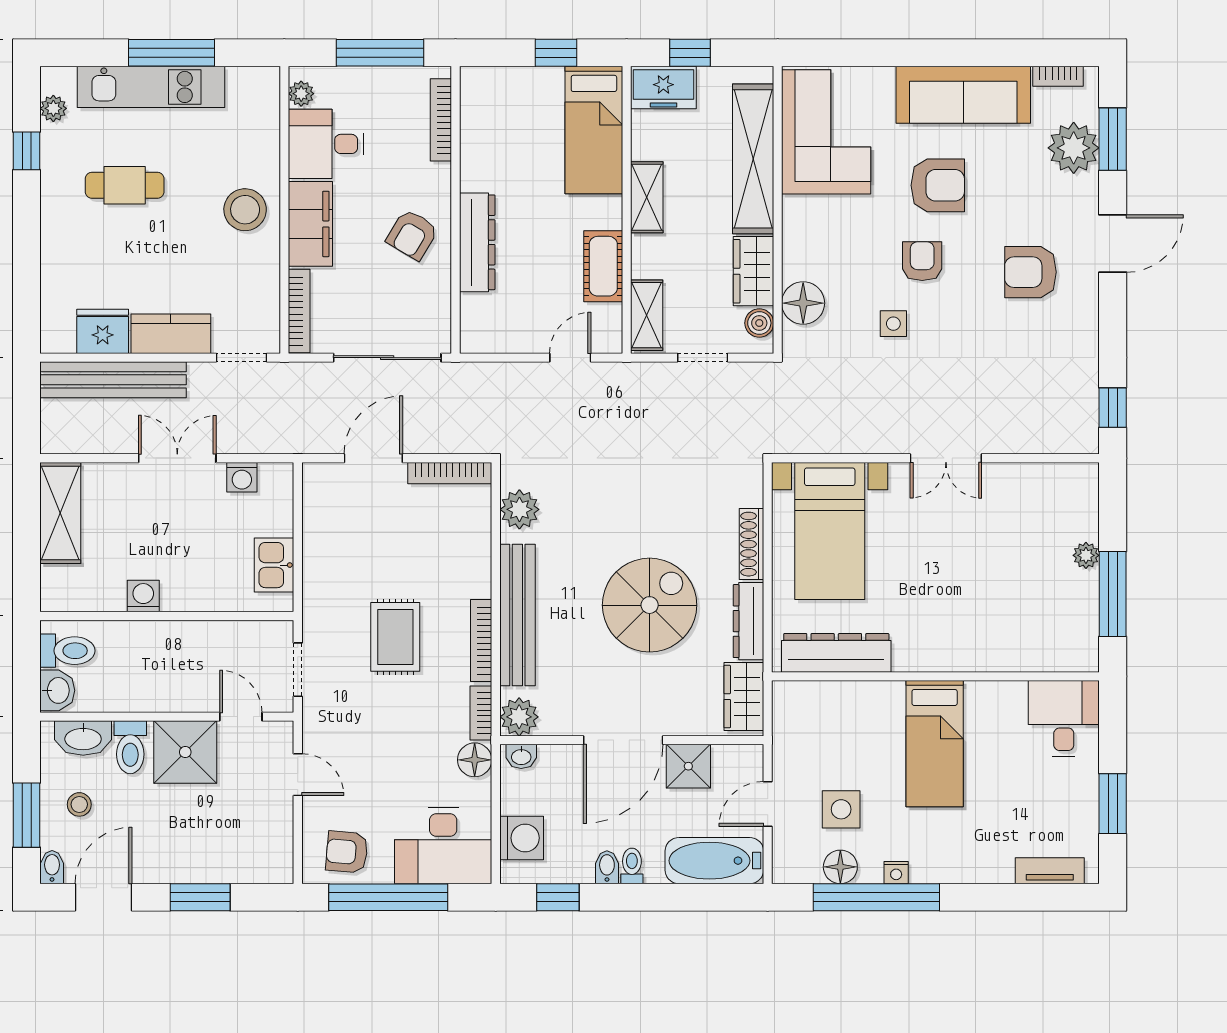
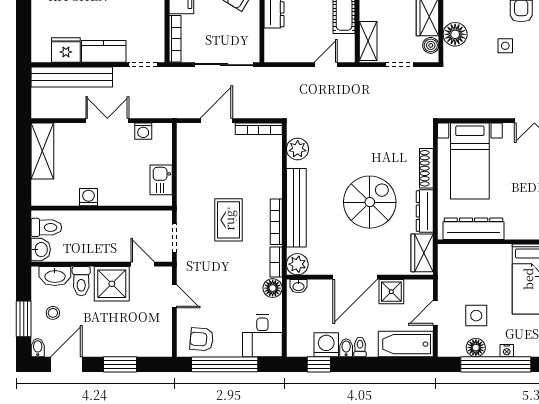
washing machine: (522, 838) -> (326, 345), moved, turned -90
desk: (443, 846) -> (262, 336), width x0.73

